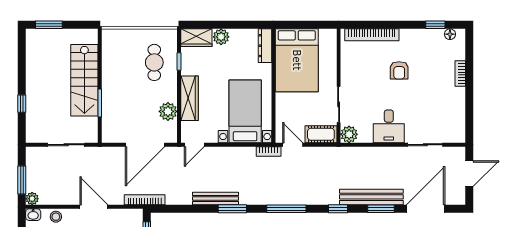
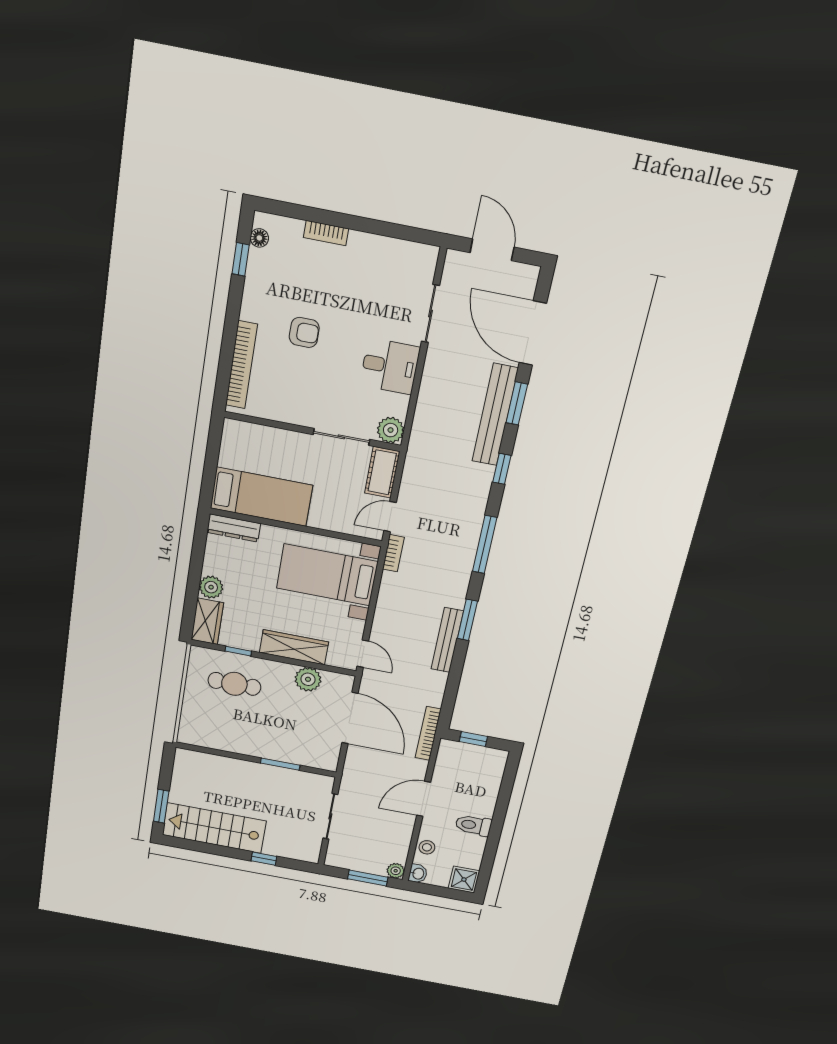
bed: (297, 60) -> (261, 497), width x0.67
stairs: (84, 80) -> (214, 828), moved, turned 180

